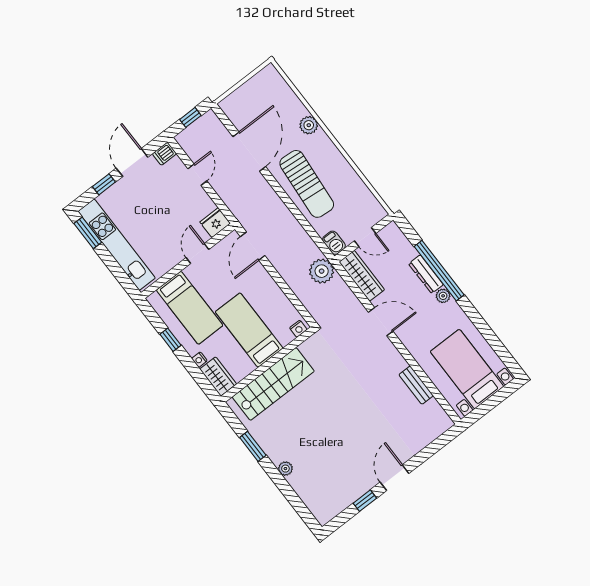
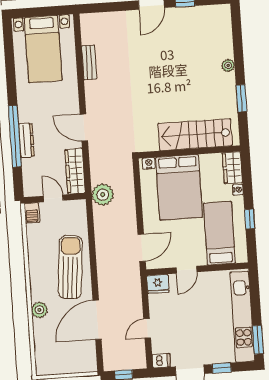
barbecue: (334, 243) -> (32, 213), moved, turned 180
plant: (443, 296) -> (24, 116), removed
bed: (249, 330) -> (179, 187), width x1.50

